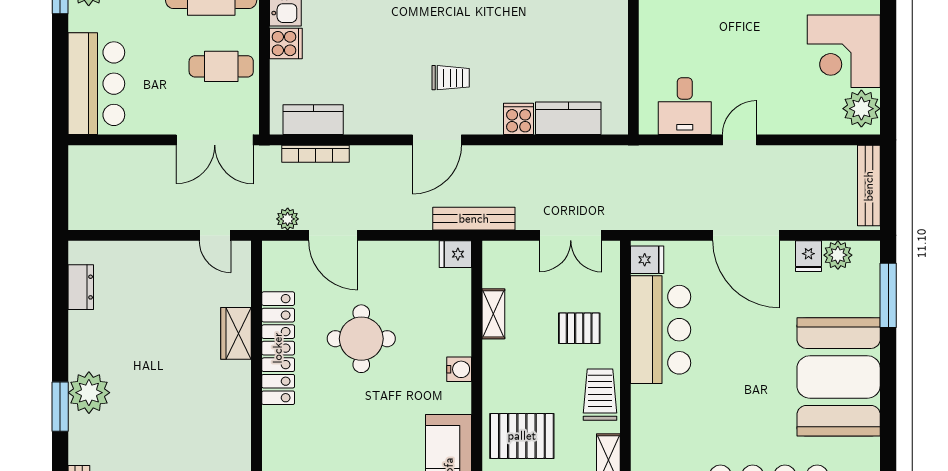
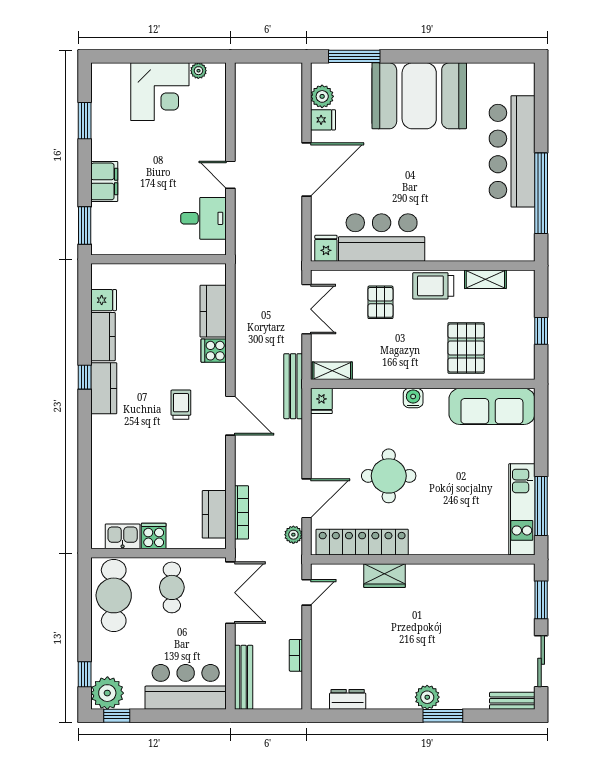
plant: (861, 109) -> (198, 71), width x0.53, depth x0.53
bench: (869, 186) -> (244, 677), moved, turned 90
bookcase: (136, 222) -> (296, 655), added
shelving: (493, 314) -> (332, 371), moved
locker: (278, 348) -> (362, 542), moved
plant: (89, 393) -> (427, 697), width x0.73, depth x0.73

